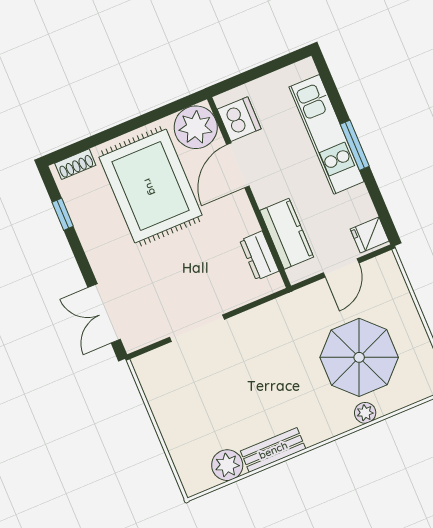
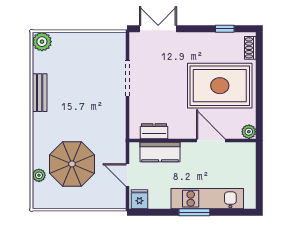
dishwasher: (239, 119) -> (237, 152), removed
plant: (196, 127) -> (249, 132), width x0.53, depth x0.53
plant: (365, 413) -> (39, 175), moved
plant: (227, 465) -> (42, 42), moved

